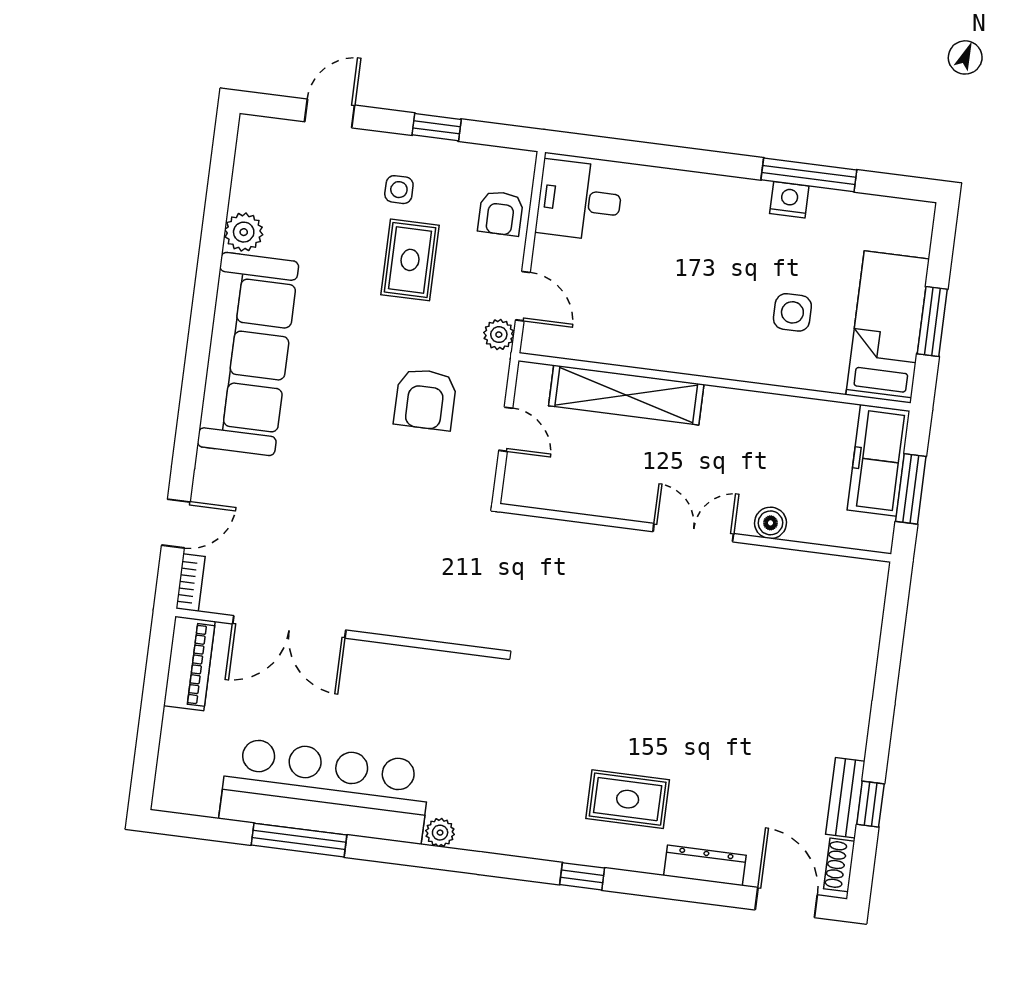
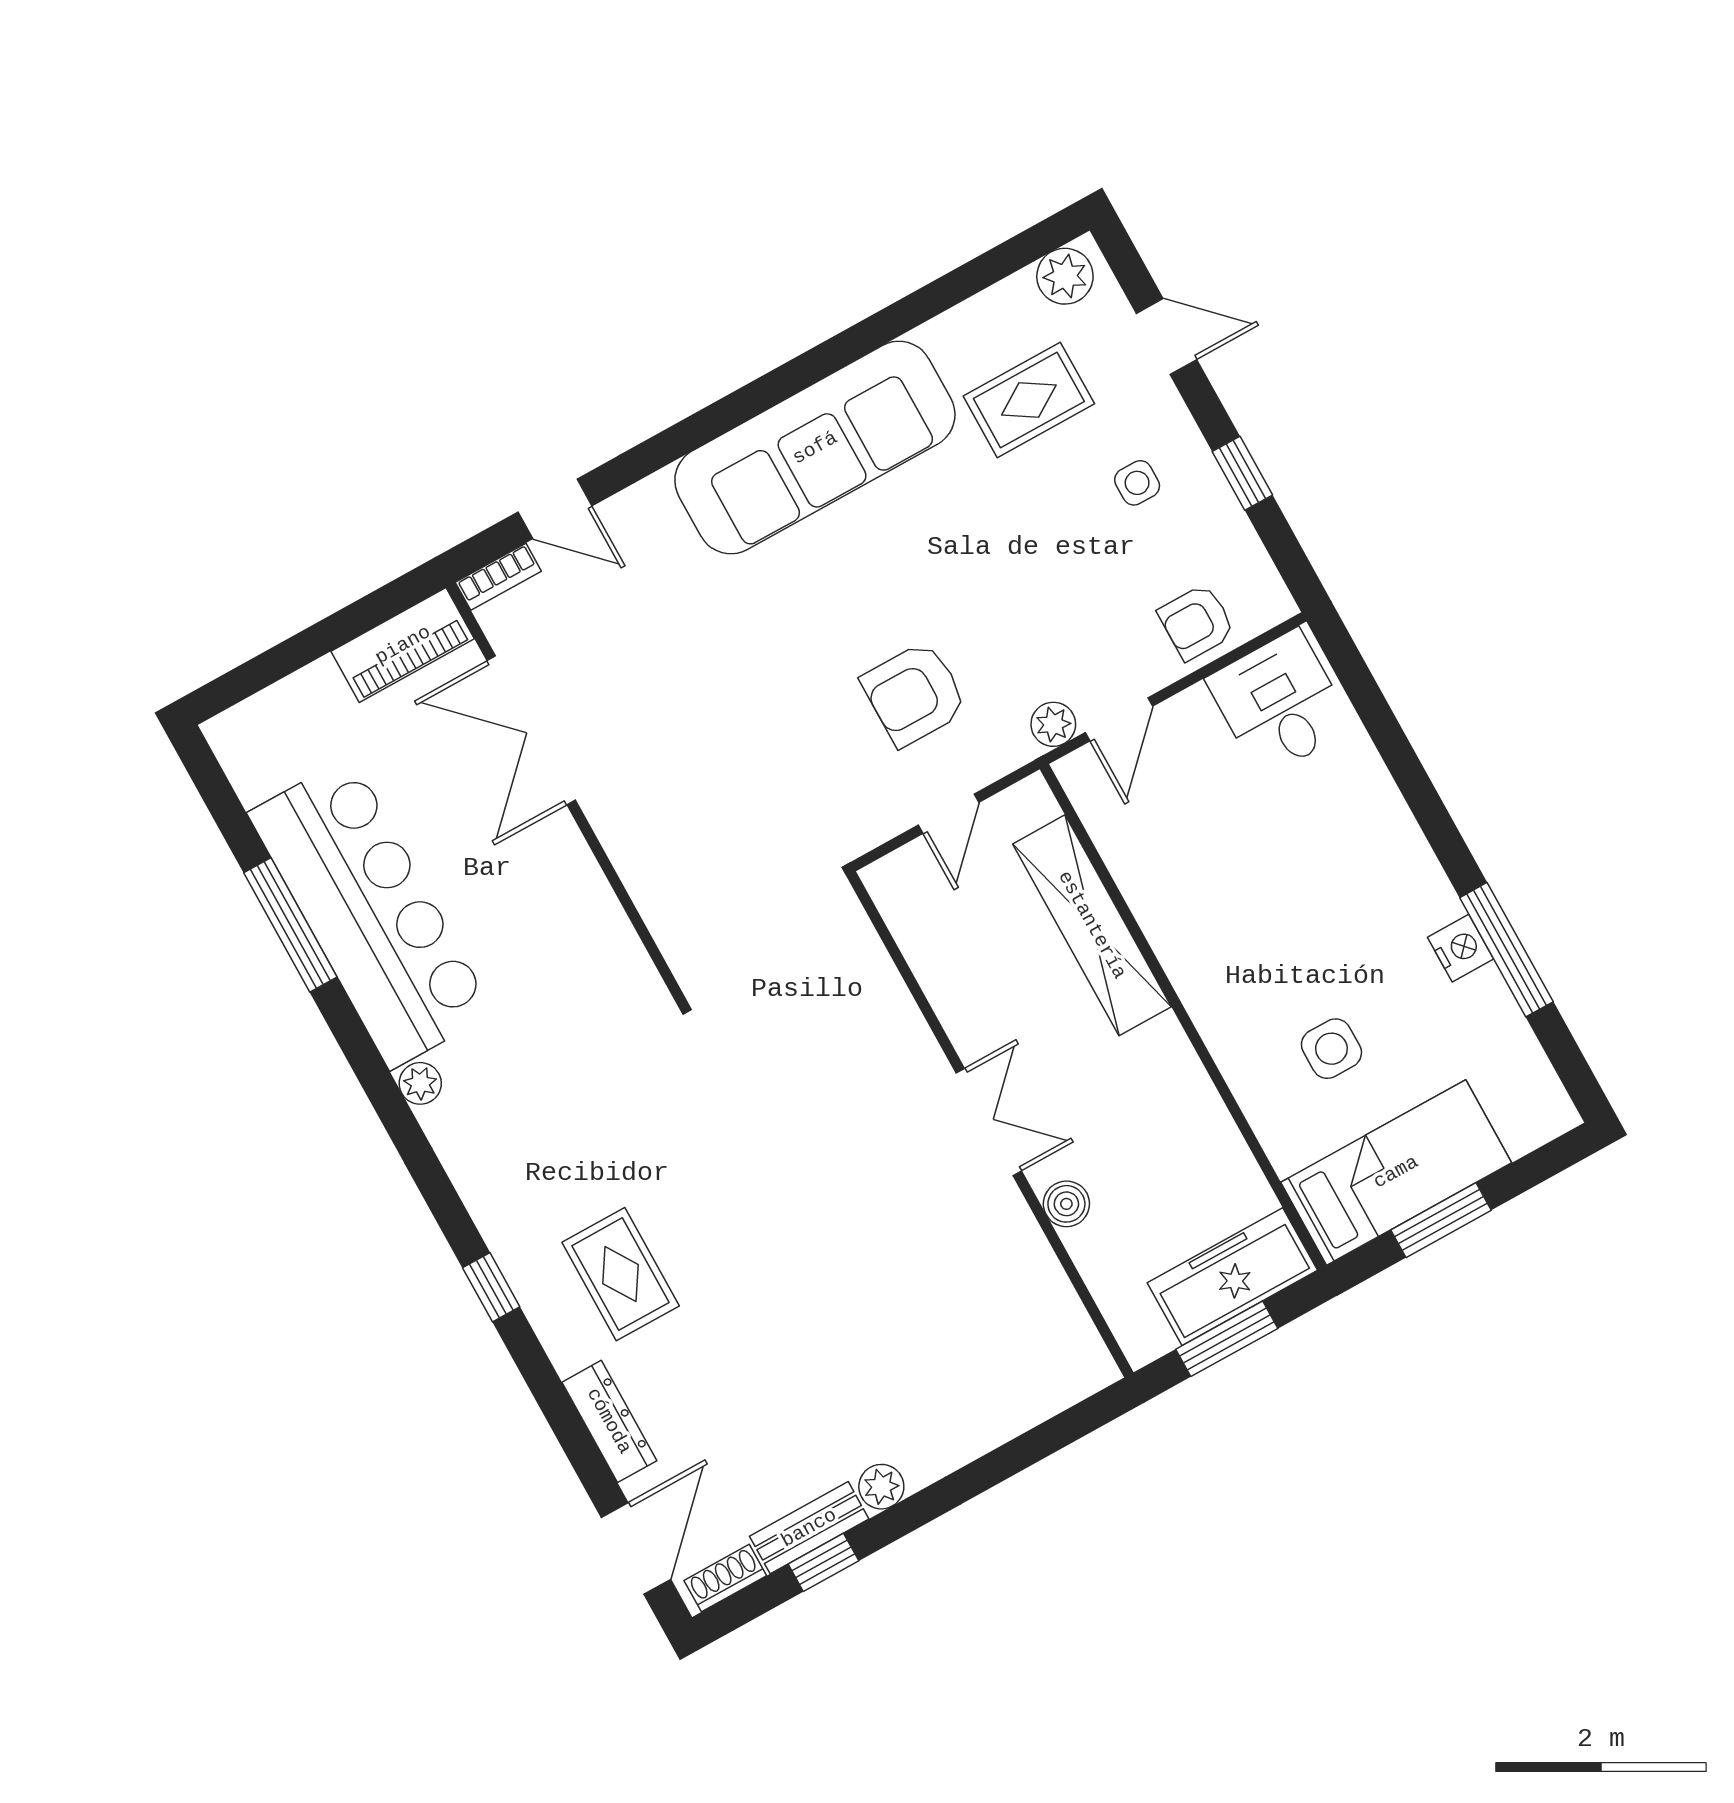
plant: (244, 232) -> (1065, 276), moved
rug: (410, 260) -> (1029, 400), moved
plant: (852, 741) -> (881, 1487), added

